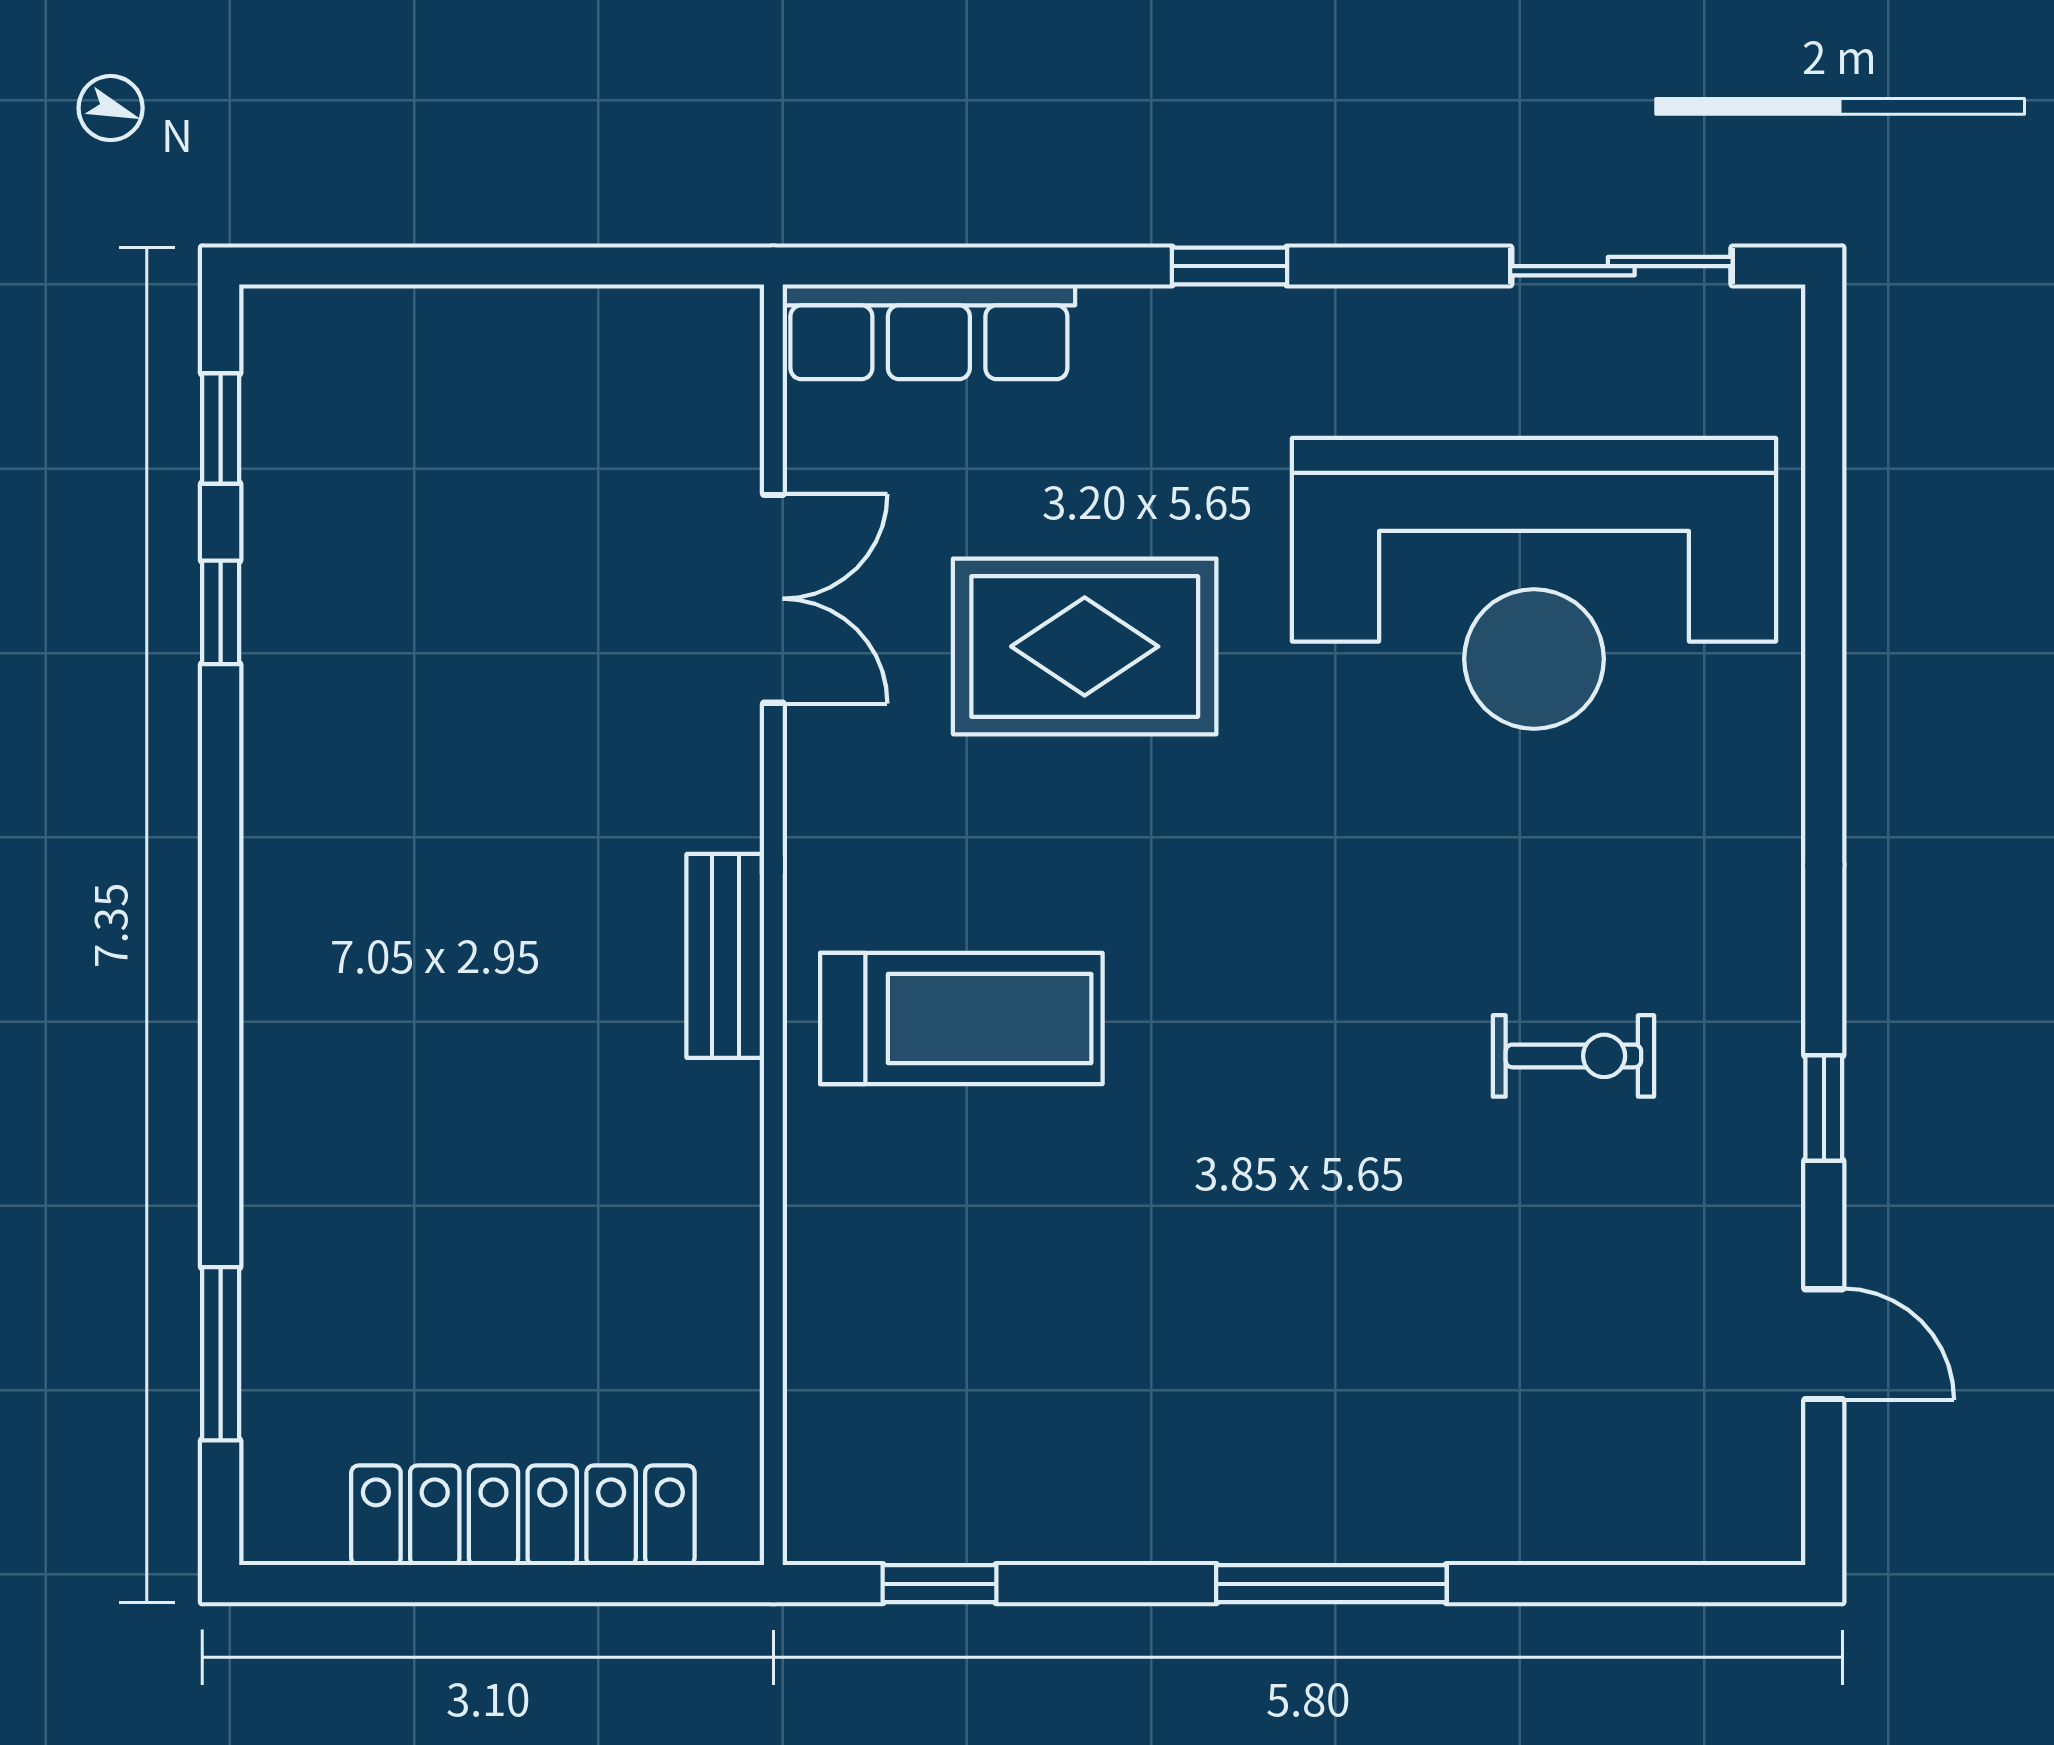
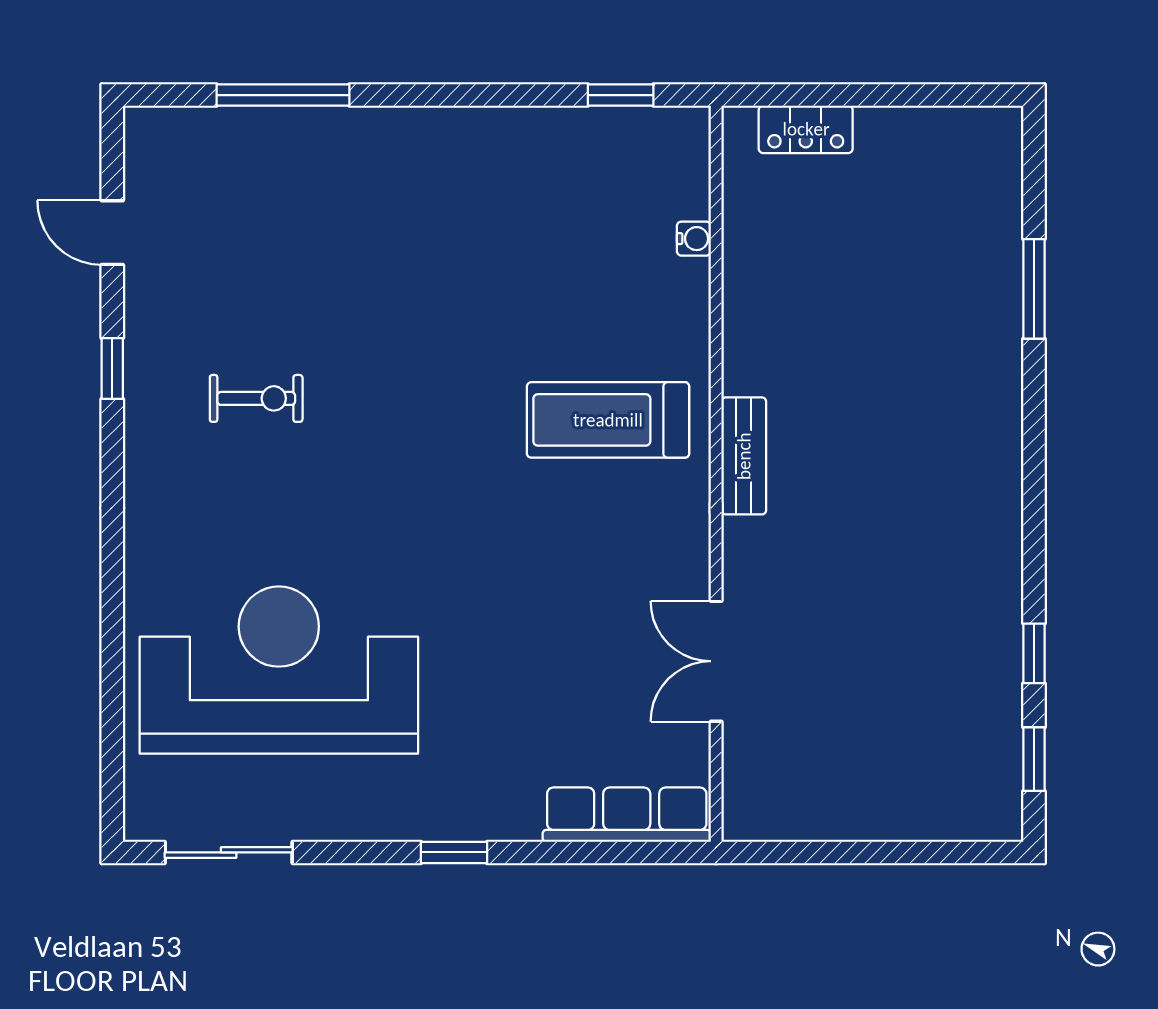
rug: (1085, 646) -> (537, 634), removed
exercise bike: (1573, 1056) -> (256, 398), turned 180
water cooler: (812, 1334) -> (694, 239), added
window: (221, 1354) -> (1034, 289), moved
locker: (523, 1515) -> (806, 129), width x0.46, depth x0.83
window: (1331, 1584) -> (283, 95), moved

